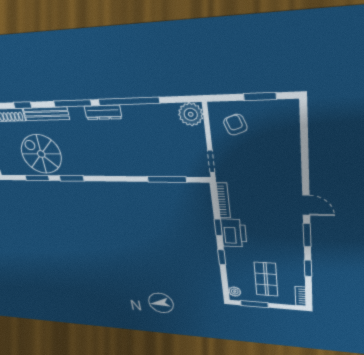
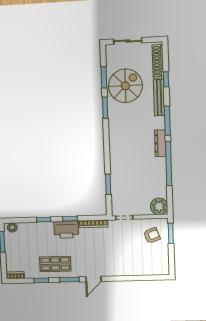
window: (260, 97) -> (171, 233), moved
window: (167, 179) -> (108, 184), width x0.69
shop shelf: (266, 279) -> (55, 264), moved

